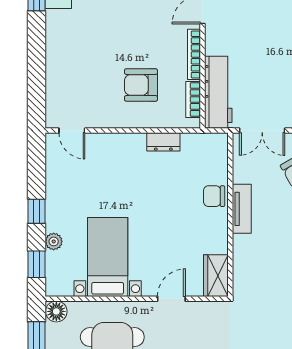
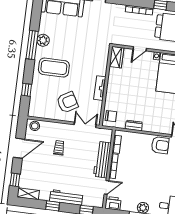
armchair: (141, 85) -> (160, 145), moved
workbench: (218, 92) -> (102, 160), moved
chair: (214, 196) -> (111, 116), moved

